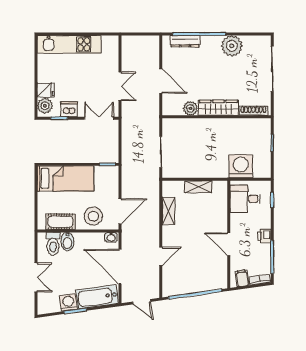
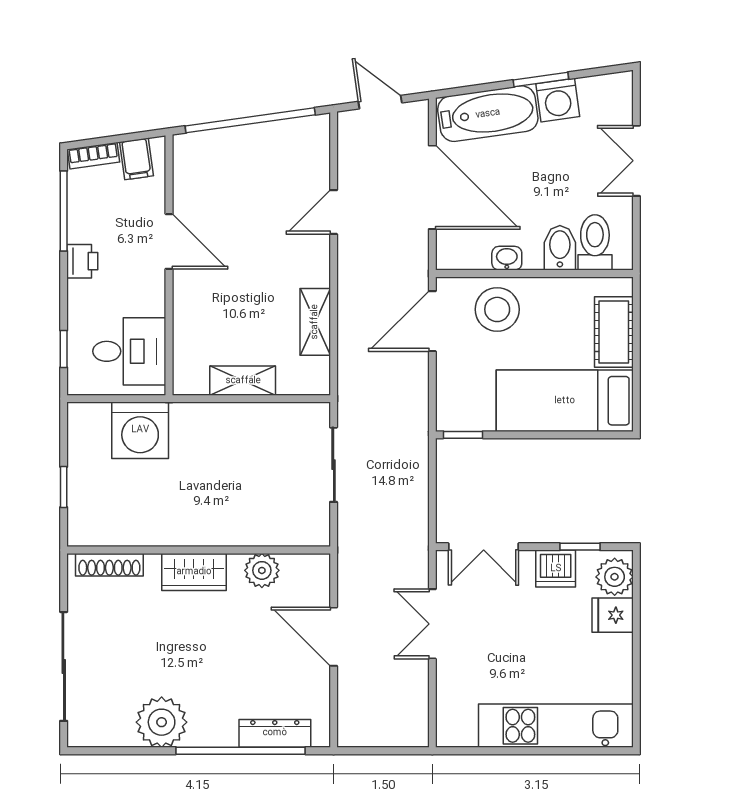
wardrobe: (218, 108) -> (194, 572), width x0.67
cot: (60, 222) -> (614, 332), moved, turned 90
washbasin: (111, 237) -> (507, 258), moved

